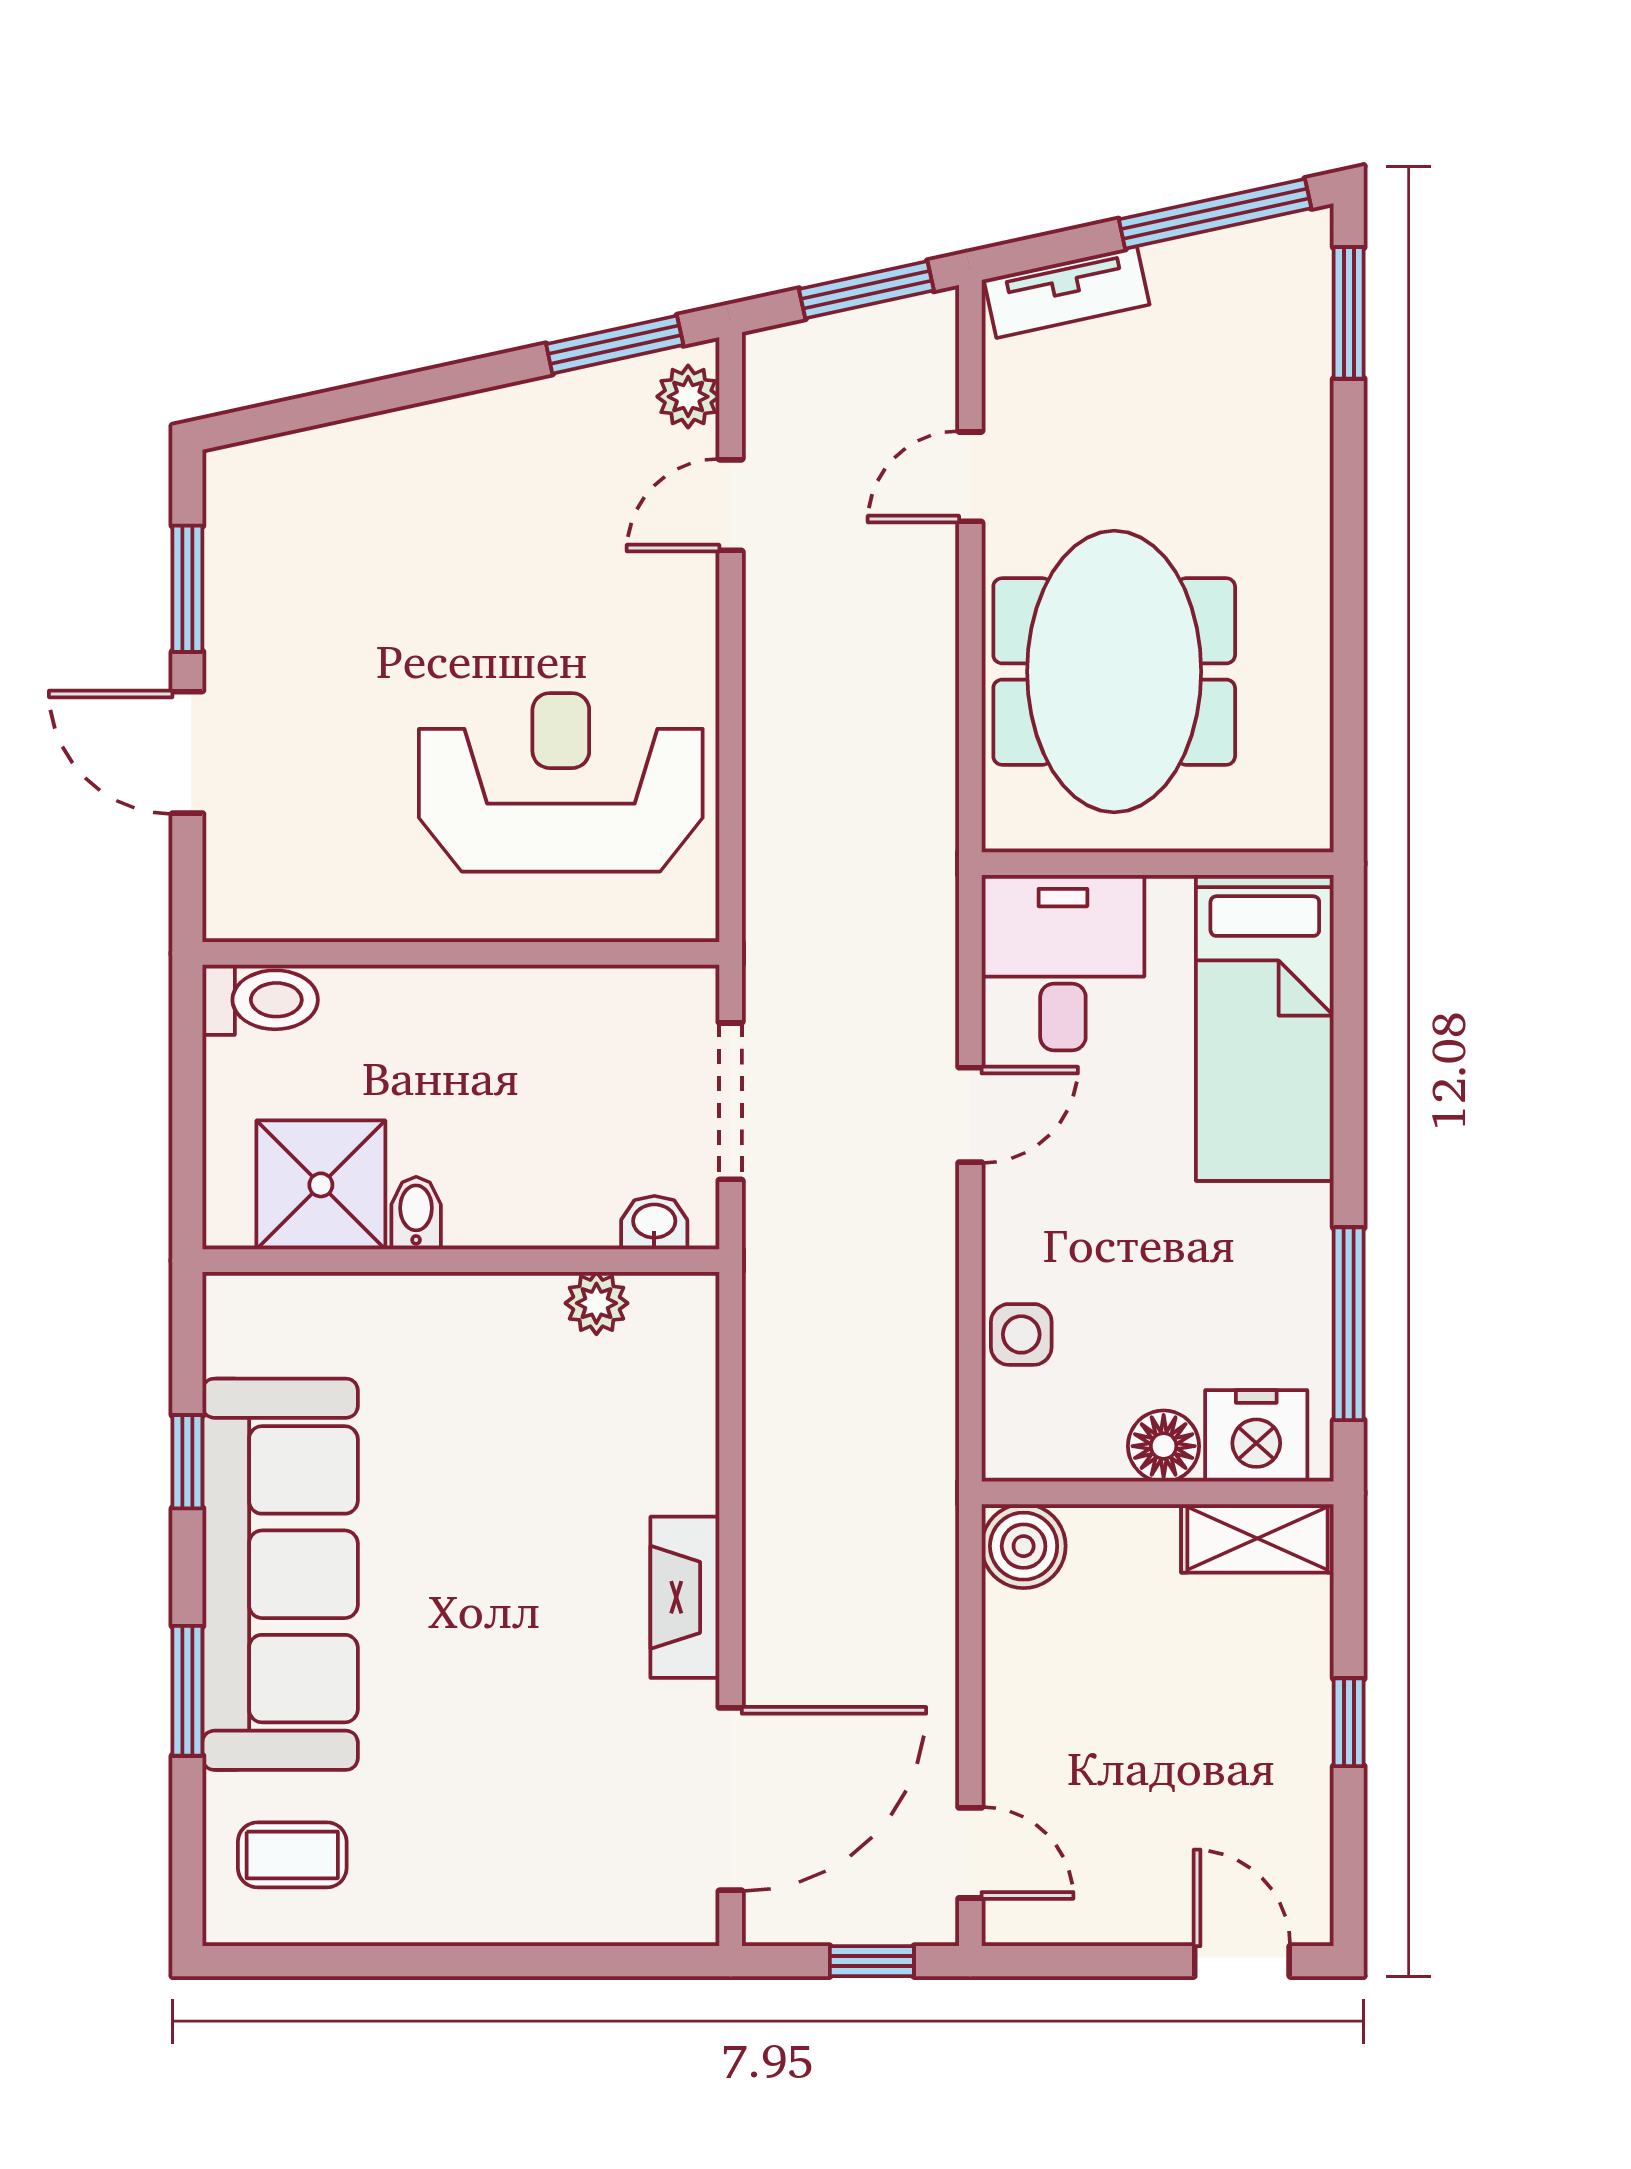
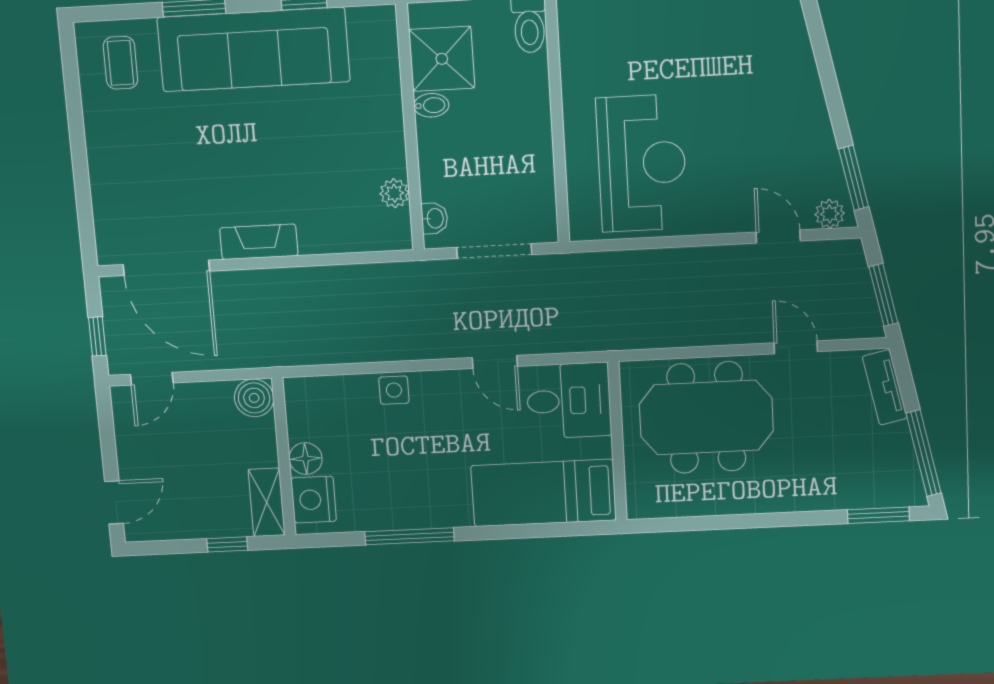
nightstand: (1256, 1436) -> (314, 500), moved
floor lamp: (1164, 1446) -> (306, 459), moved
wall: (1158, 1493) -> (284, 457), moved
shelving: (1257, 1538) -> (267, 502), moved
boiler: (1024, 1546) -> (254, 398), moved

